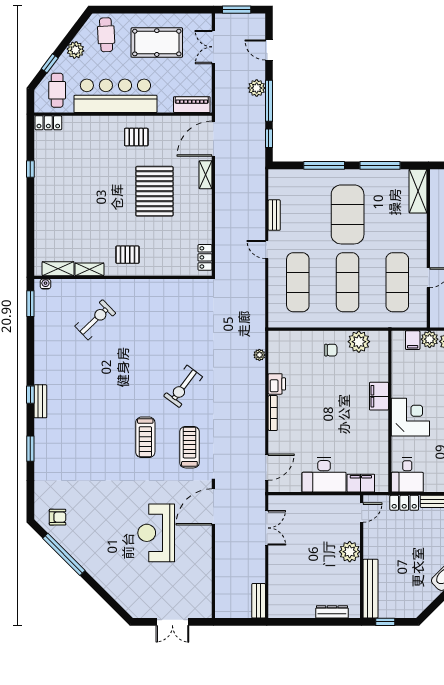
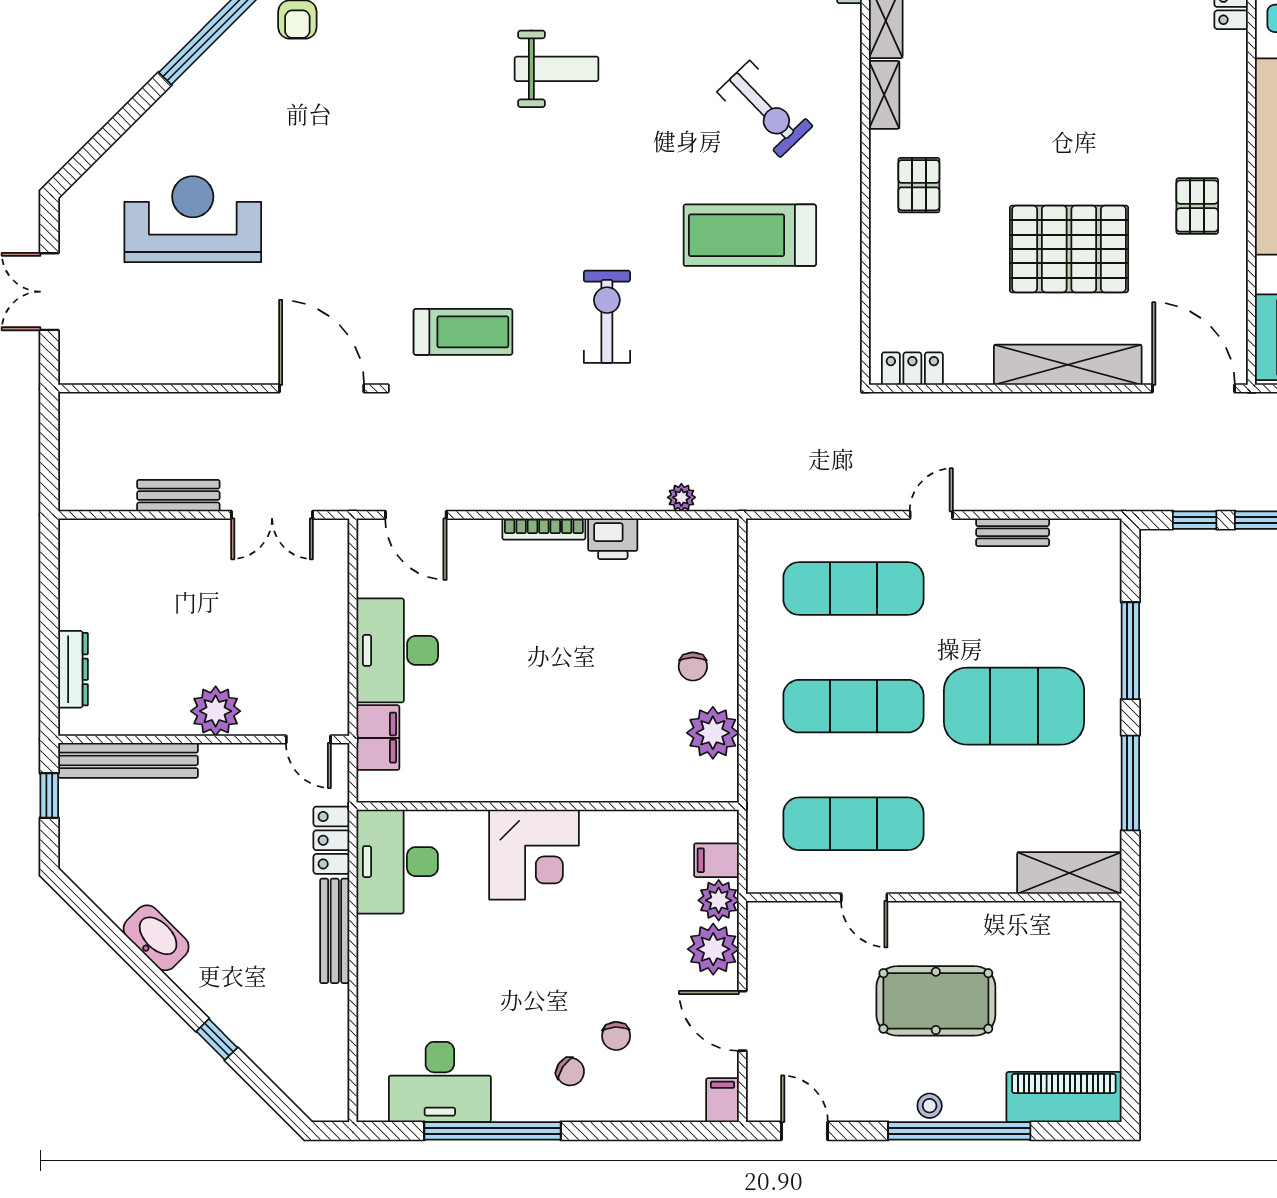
shelving: (206, 175) -> (1068, 365), width x2.20, depth x1.33
exercise bike: (183, 386) -> (607, 317), turned 53
filing cabinet: (379, 396) -> (584, 780), removed
weight bench: (78, 408) -> (557, 69), added
treadmill: (145, 437) -> (750, 235), moved, width x1.37, depth x1.38
desk: (407, 475) -> (397, 862), width x1.37
reception desk: (156, 533) -> (193, 219), moved
bench: (259, 601) -> (178, 496), moved

